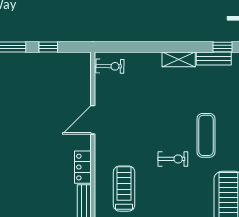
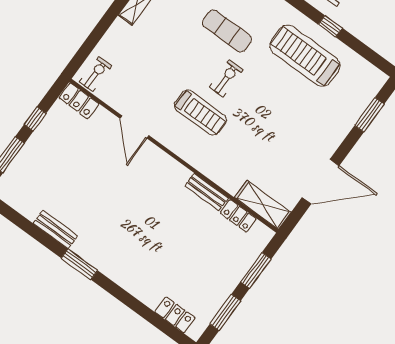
locker: (83, 167) -> (79, 101), moved
treadmill: (124, 189) -> (200, 113), moved, turned 180

